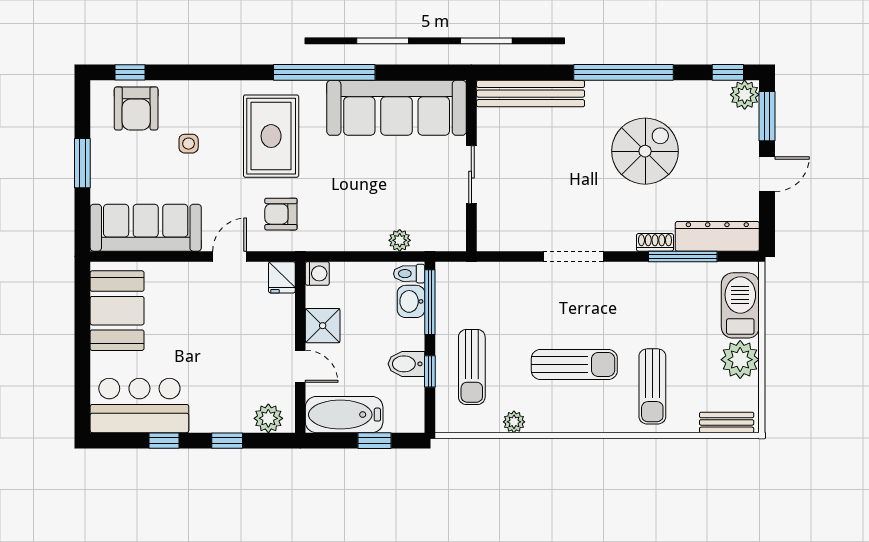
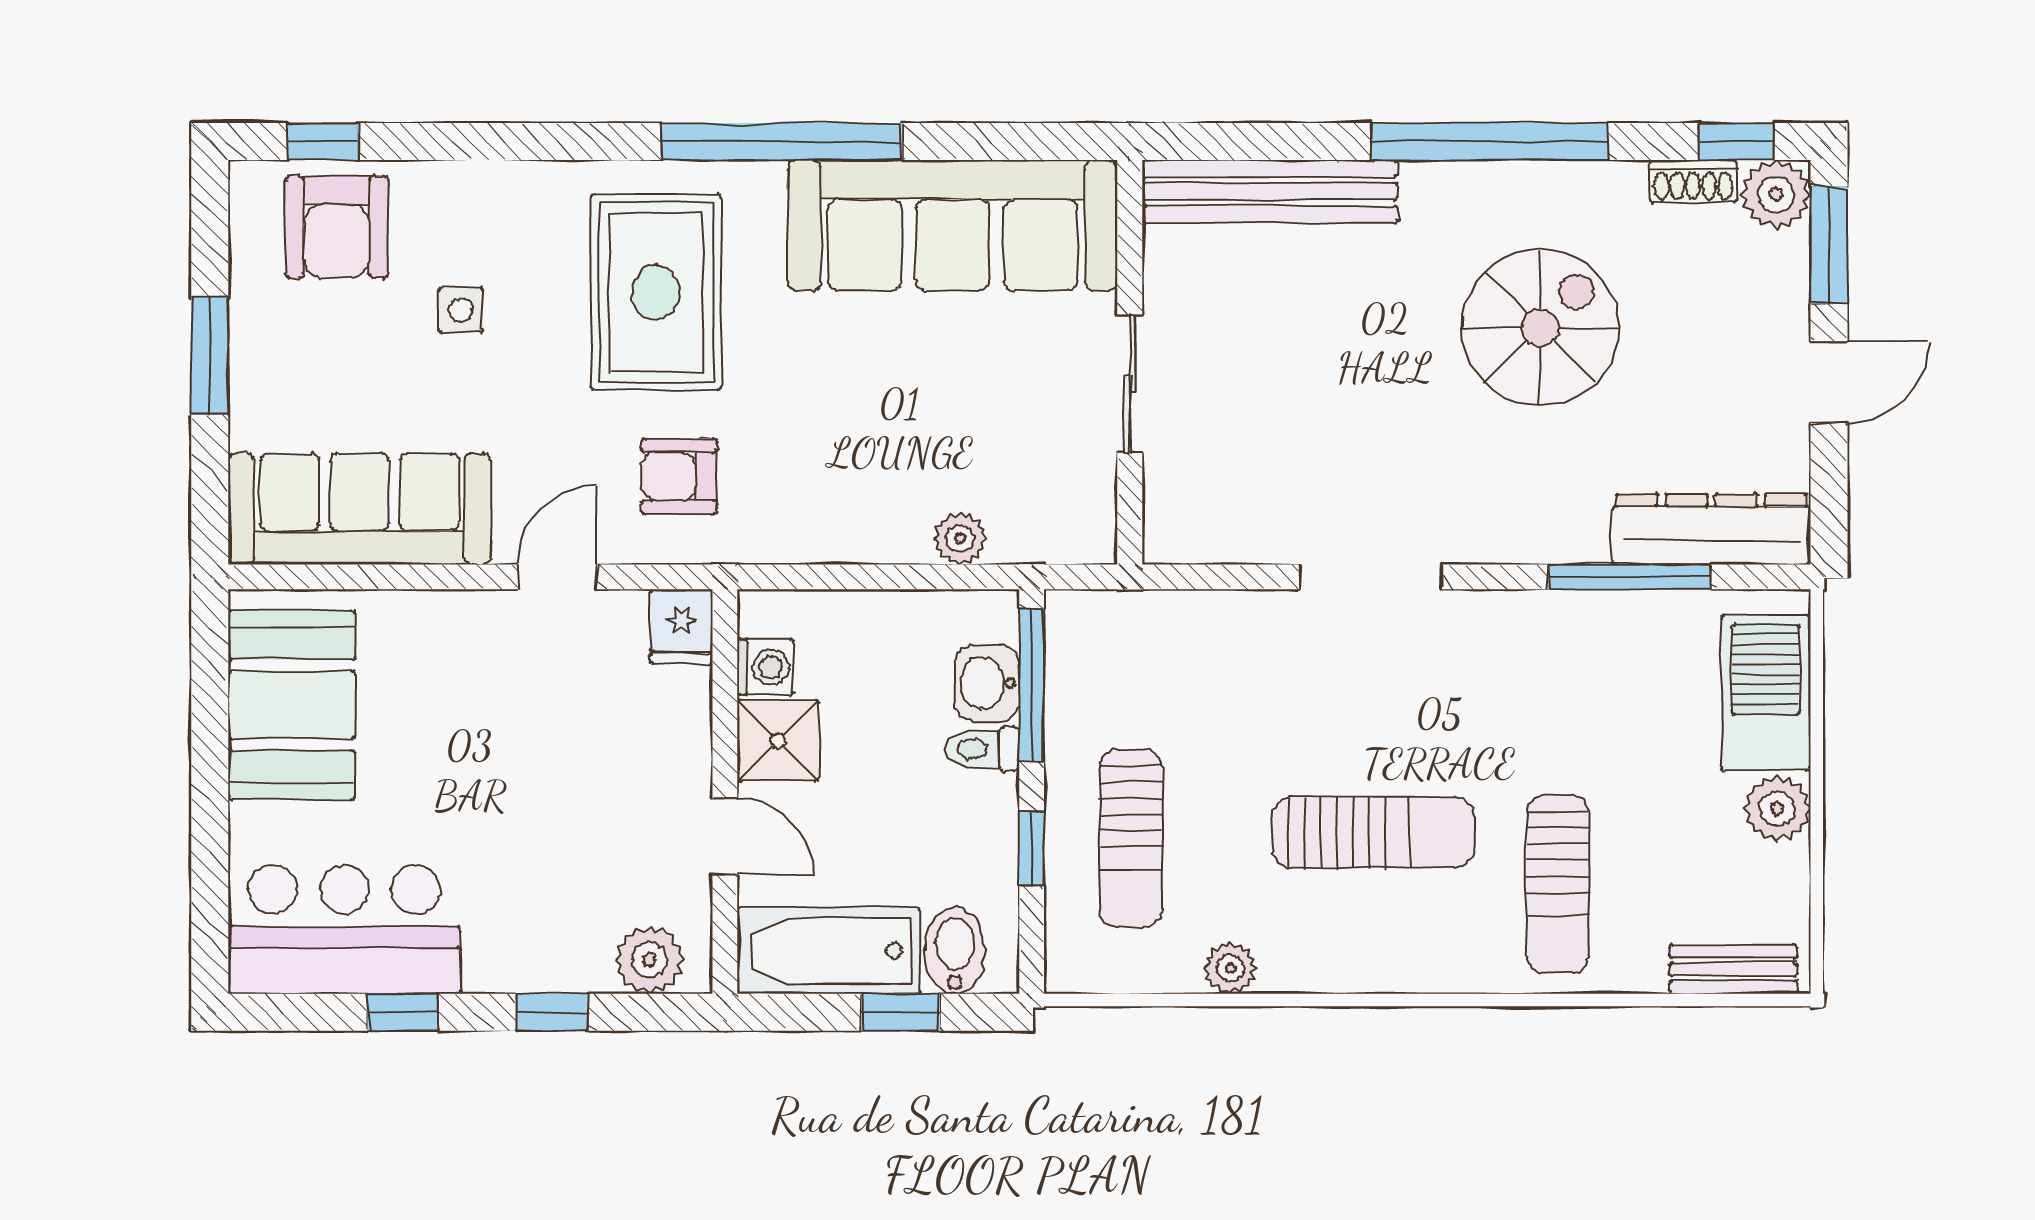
shoe rack: (655, 242) -> (1693, 181), moved, turned 180
washing machine: (317, 273) -> (765, 667), moved
toilet: (409, 274) -> (983, 749), moved
plant: (740, 360) -> (1777, 809), width x0.73, depth x0.73
bidet: (406, 364) -> (955, 951), moved, turned 90

